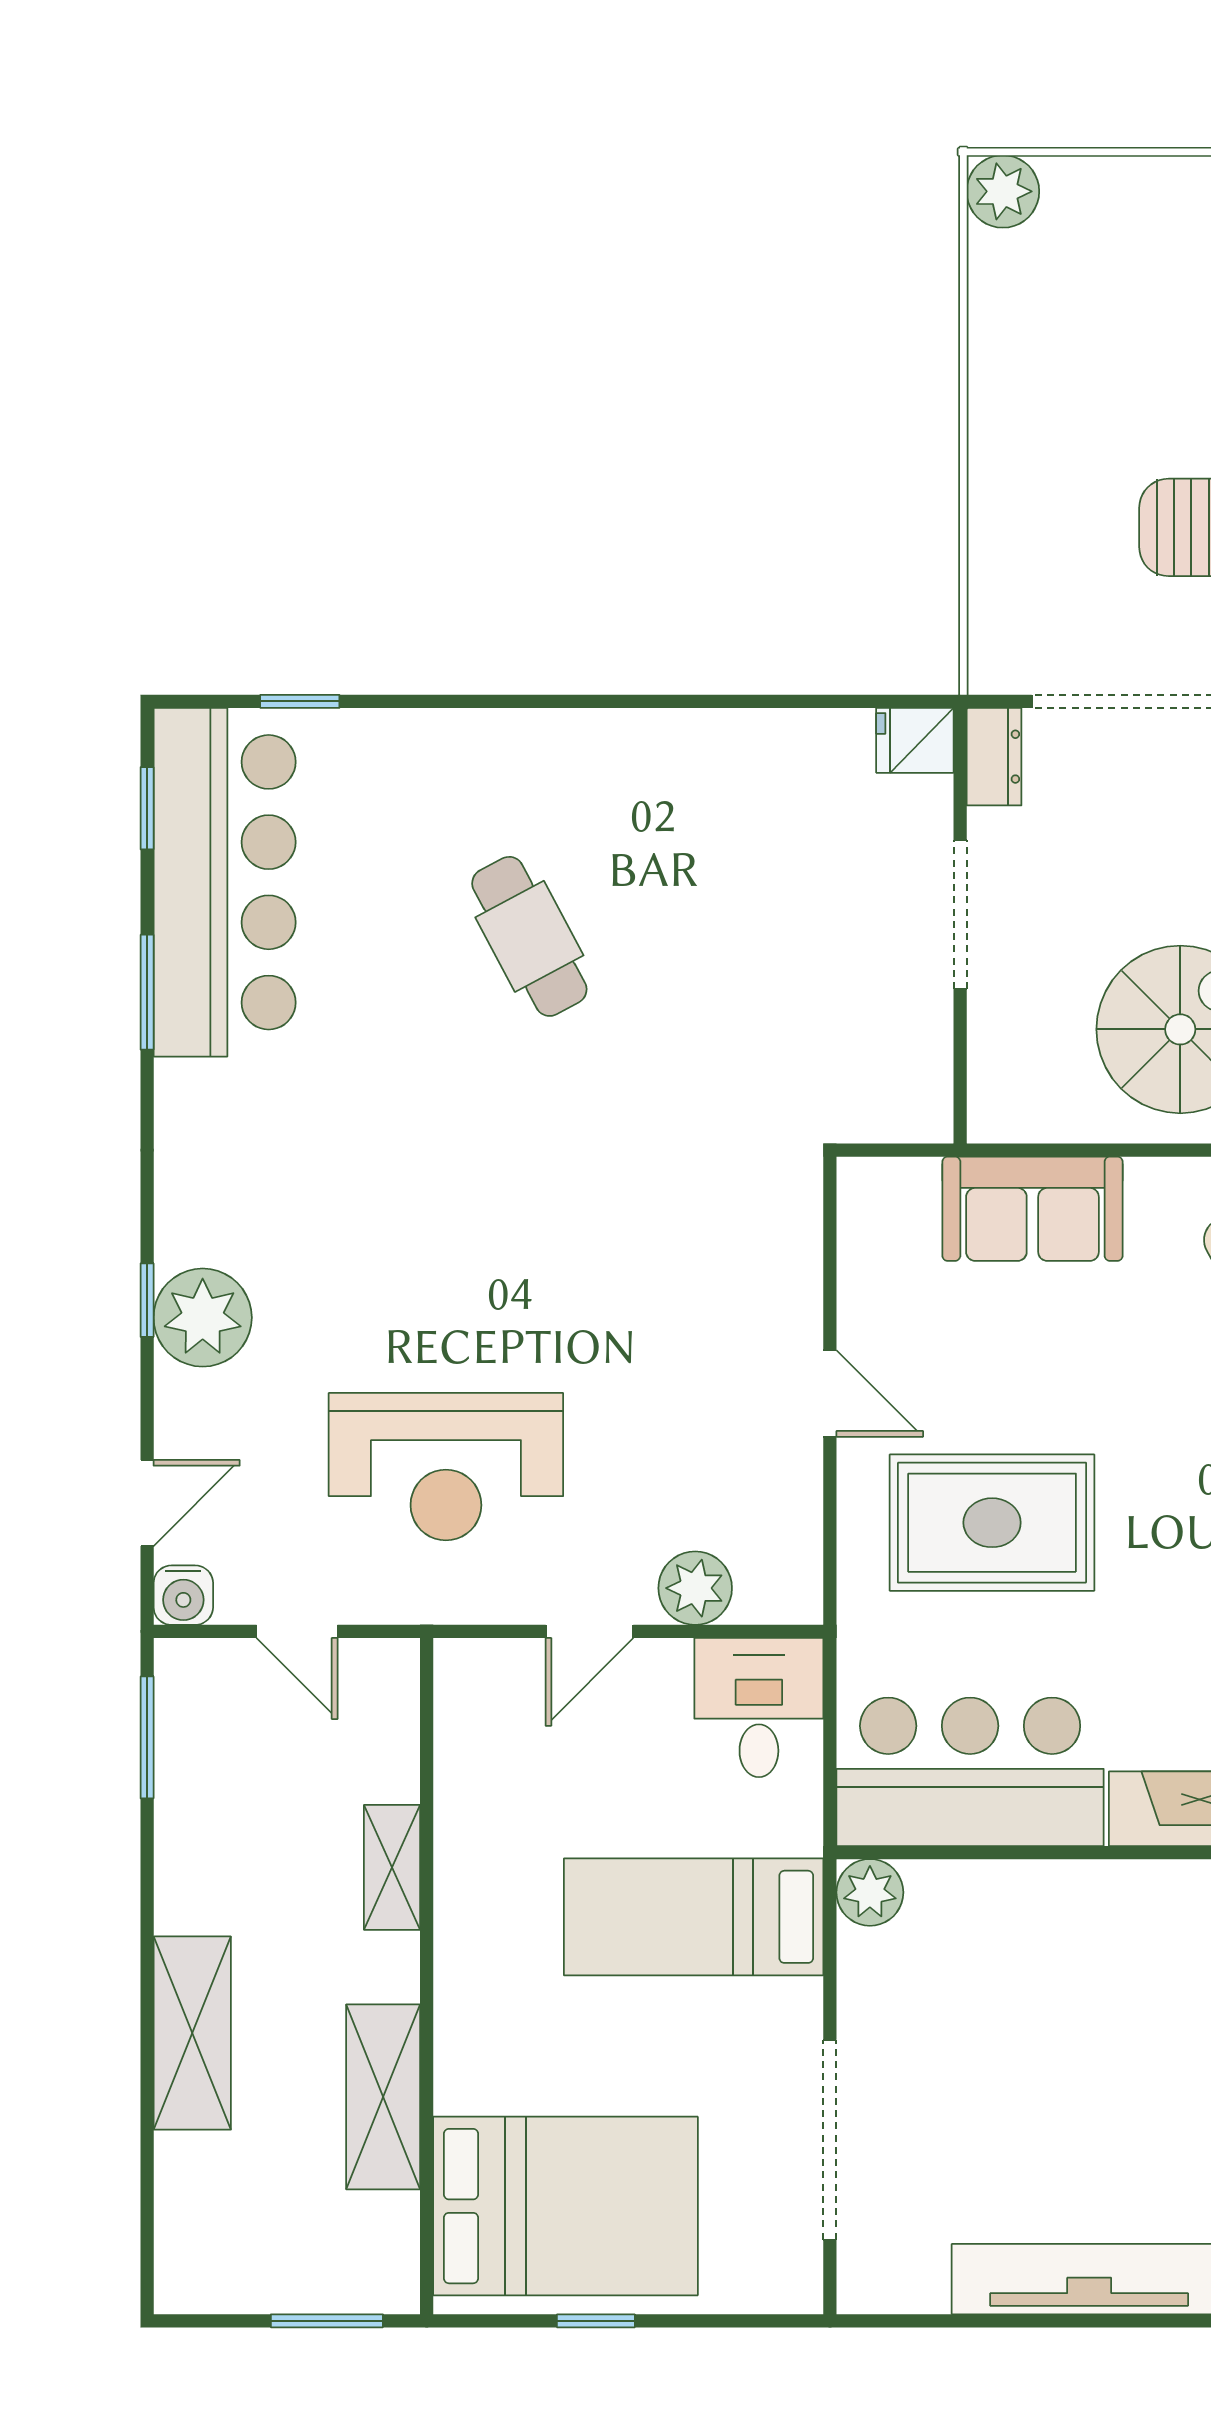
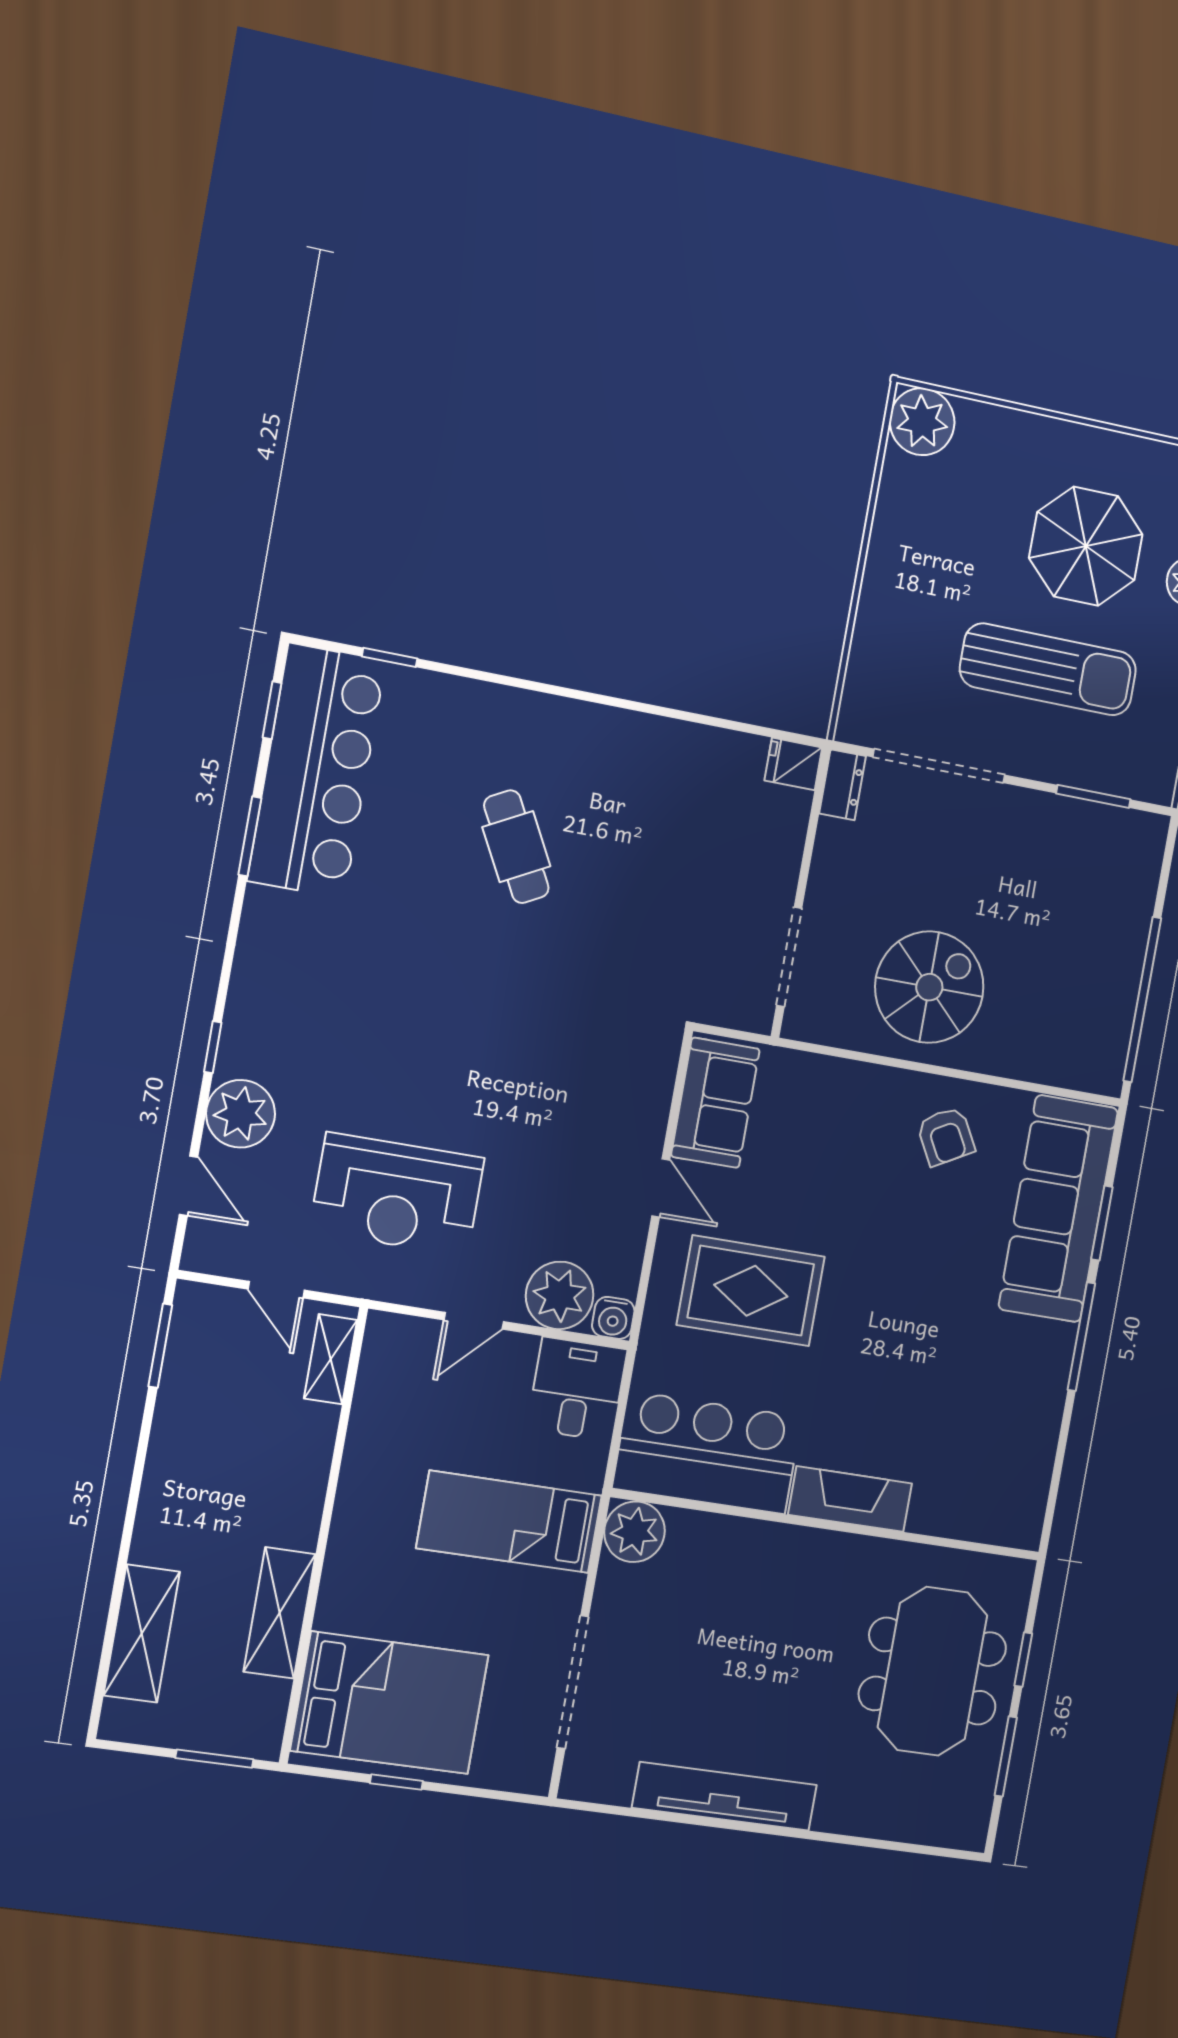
plant: (1003, 191) -> (922, 422), width x1.36, depth x1.36
doorway: (960, 915) -> (789, 957), moved
sofa: (1032, 1209) -> (715, 1103), moved, turned -90
plant: (203, 1318) -> (241, 1114), moved
door: (147, 1503) -> (188, 1186), hinge flipped
plant: (695, 1588) -> (560, 1295), width x1.36, depth x1.36
water cooler: (183, 1595) -> (613, 1318), moved
shelving: (392, 1867) -> (330, 1359), moved
plant: (870, 1892) -> (635, 1532), width x1.36, depth x1.36
shelving: (192, 2033) -> (142, 1634), moved

